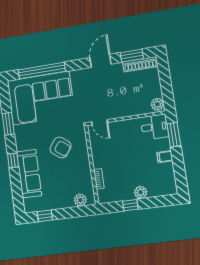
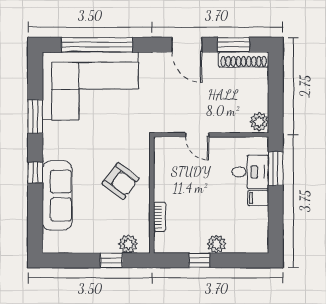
door: (101, 61) -> (187, 45), swing flipped
door: (100, 122) -> (197, 135), moved
desk: (155, 127) -> (250, 172), moved
armchair: (61, 147) -> (121, 181), moved
window: (45, 216) -> (111, 260), moved

